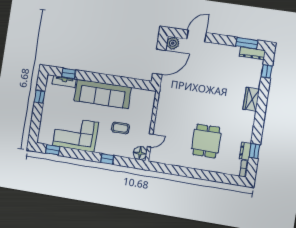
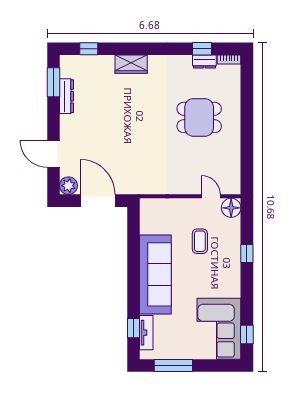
dresser: (252, 53) -> (66, 96), moved
window: (40, 97) -> (173, 365), width x2.17
corner sofa: (76, 134) -> (219, 329), moved

